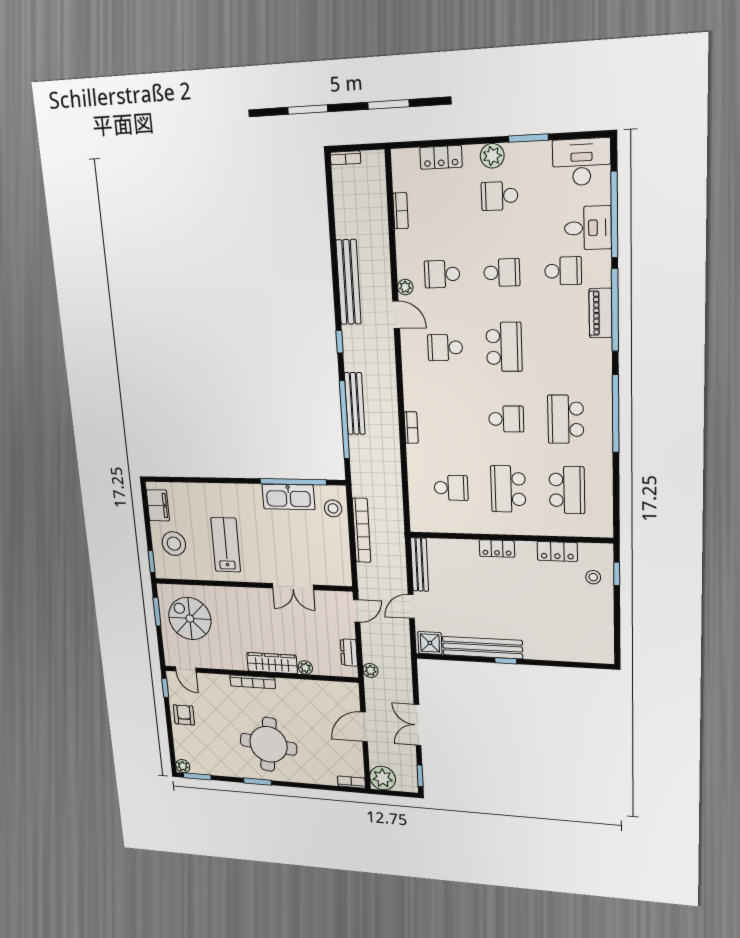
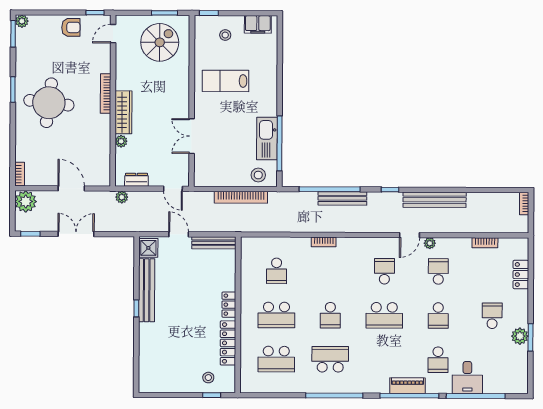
plant: (492, 156) -> (520, 336), moved
desk: (582, 162) -> (512, 374), removed
school desk: (508, 489) -> (276, 315), turned 180
stool: (174, 544) -> (225, 35), width x0.53, depth x0.53
lab bench: (226, 545) -> (225, 81), turned 180
locker: (557, 551) -> (228, 343), width x1.53

